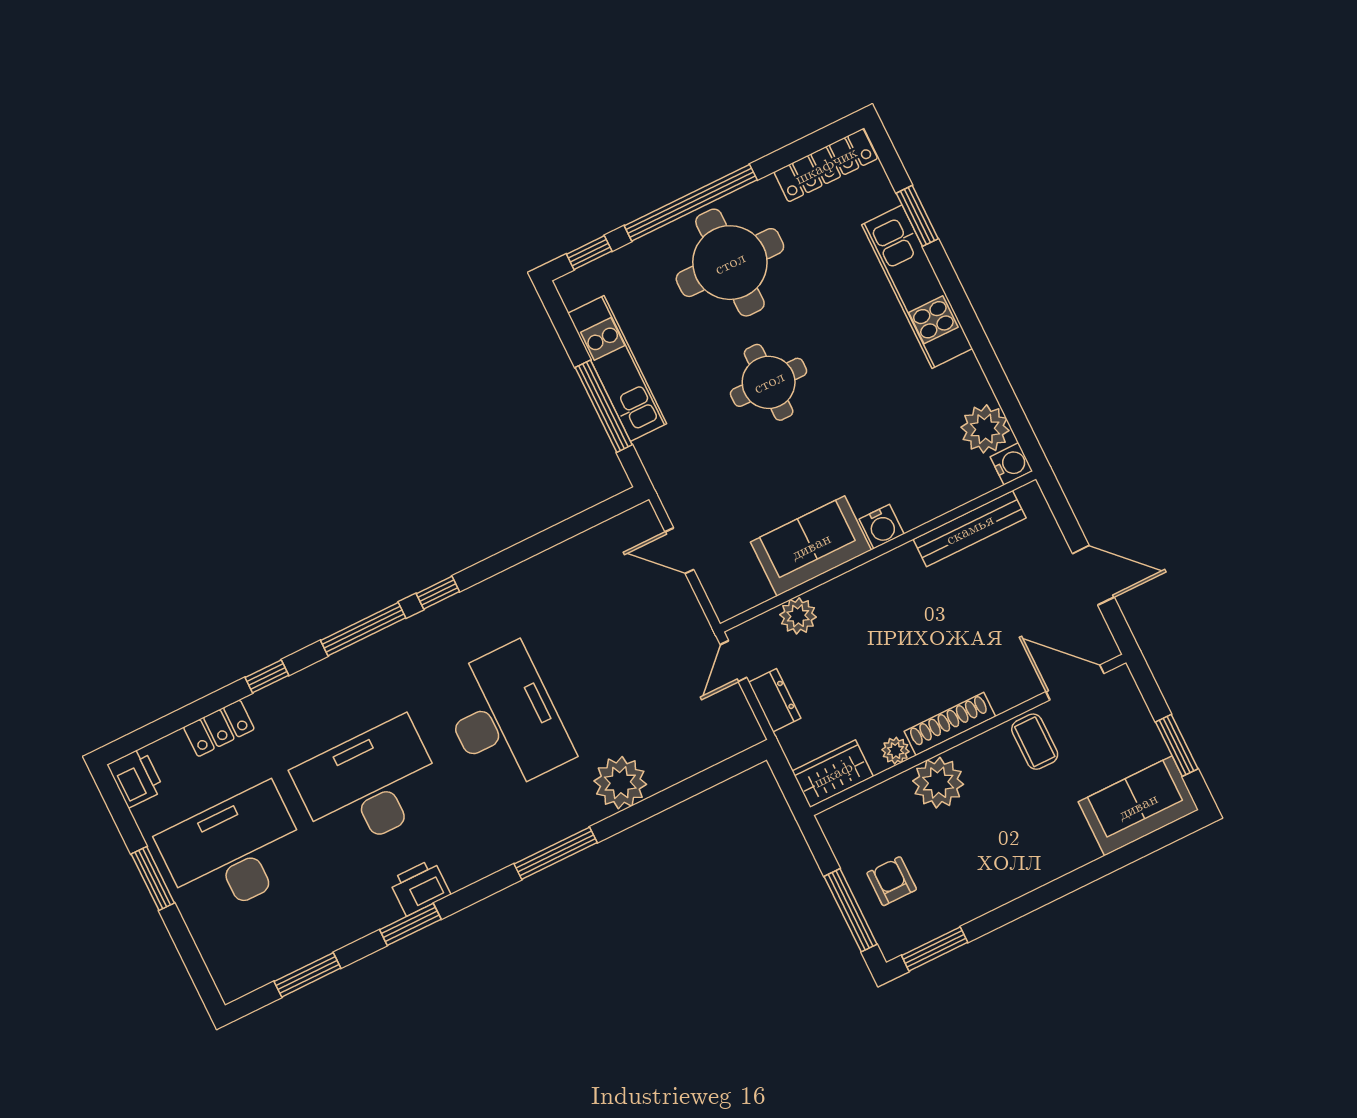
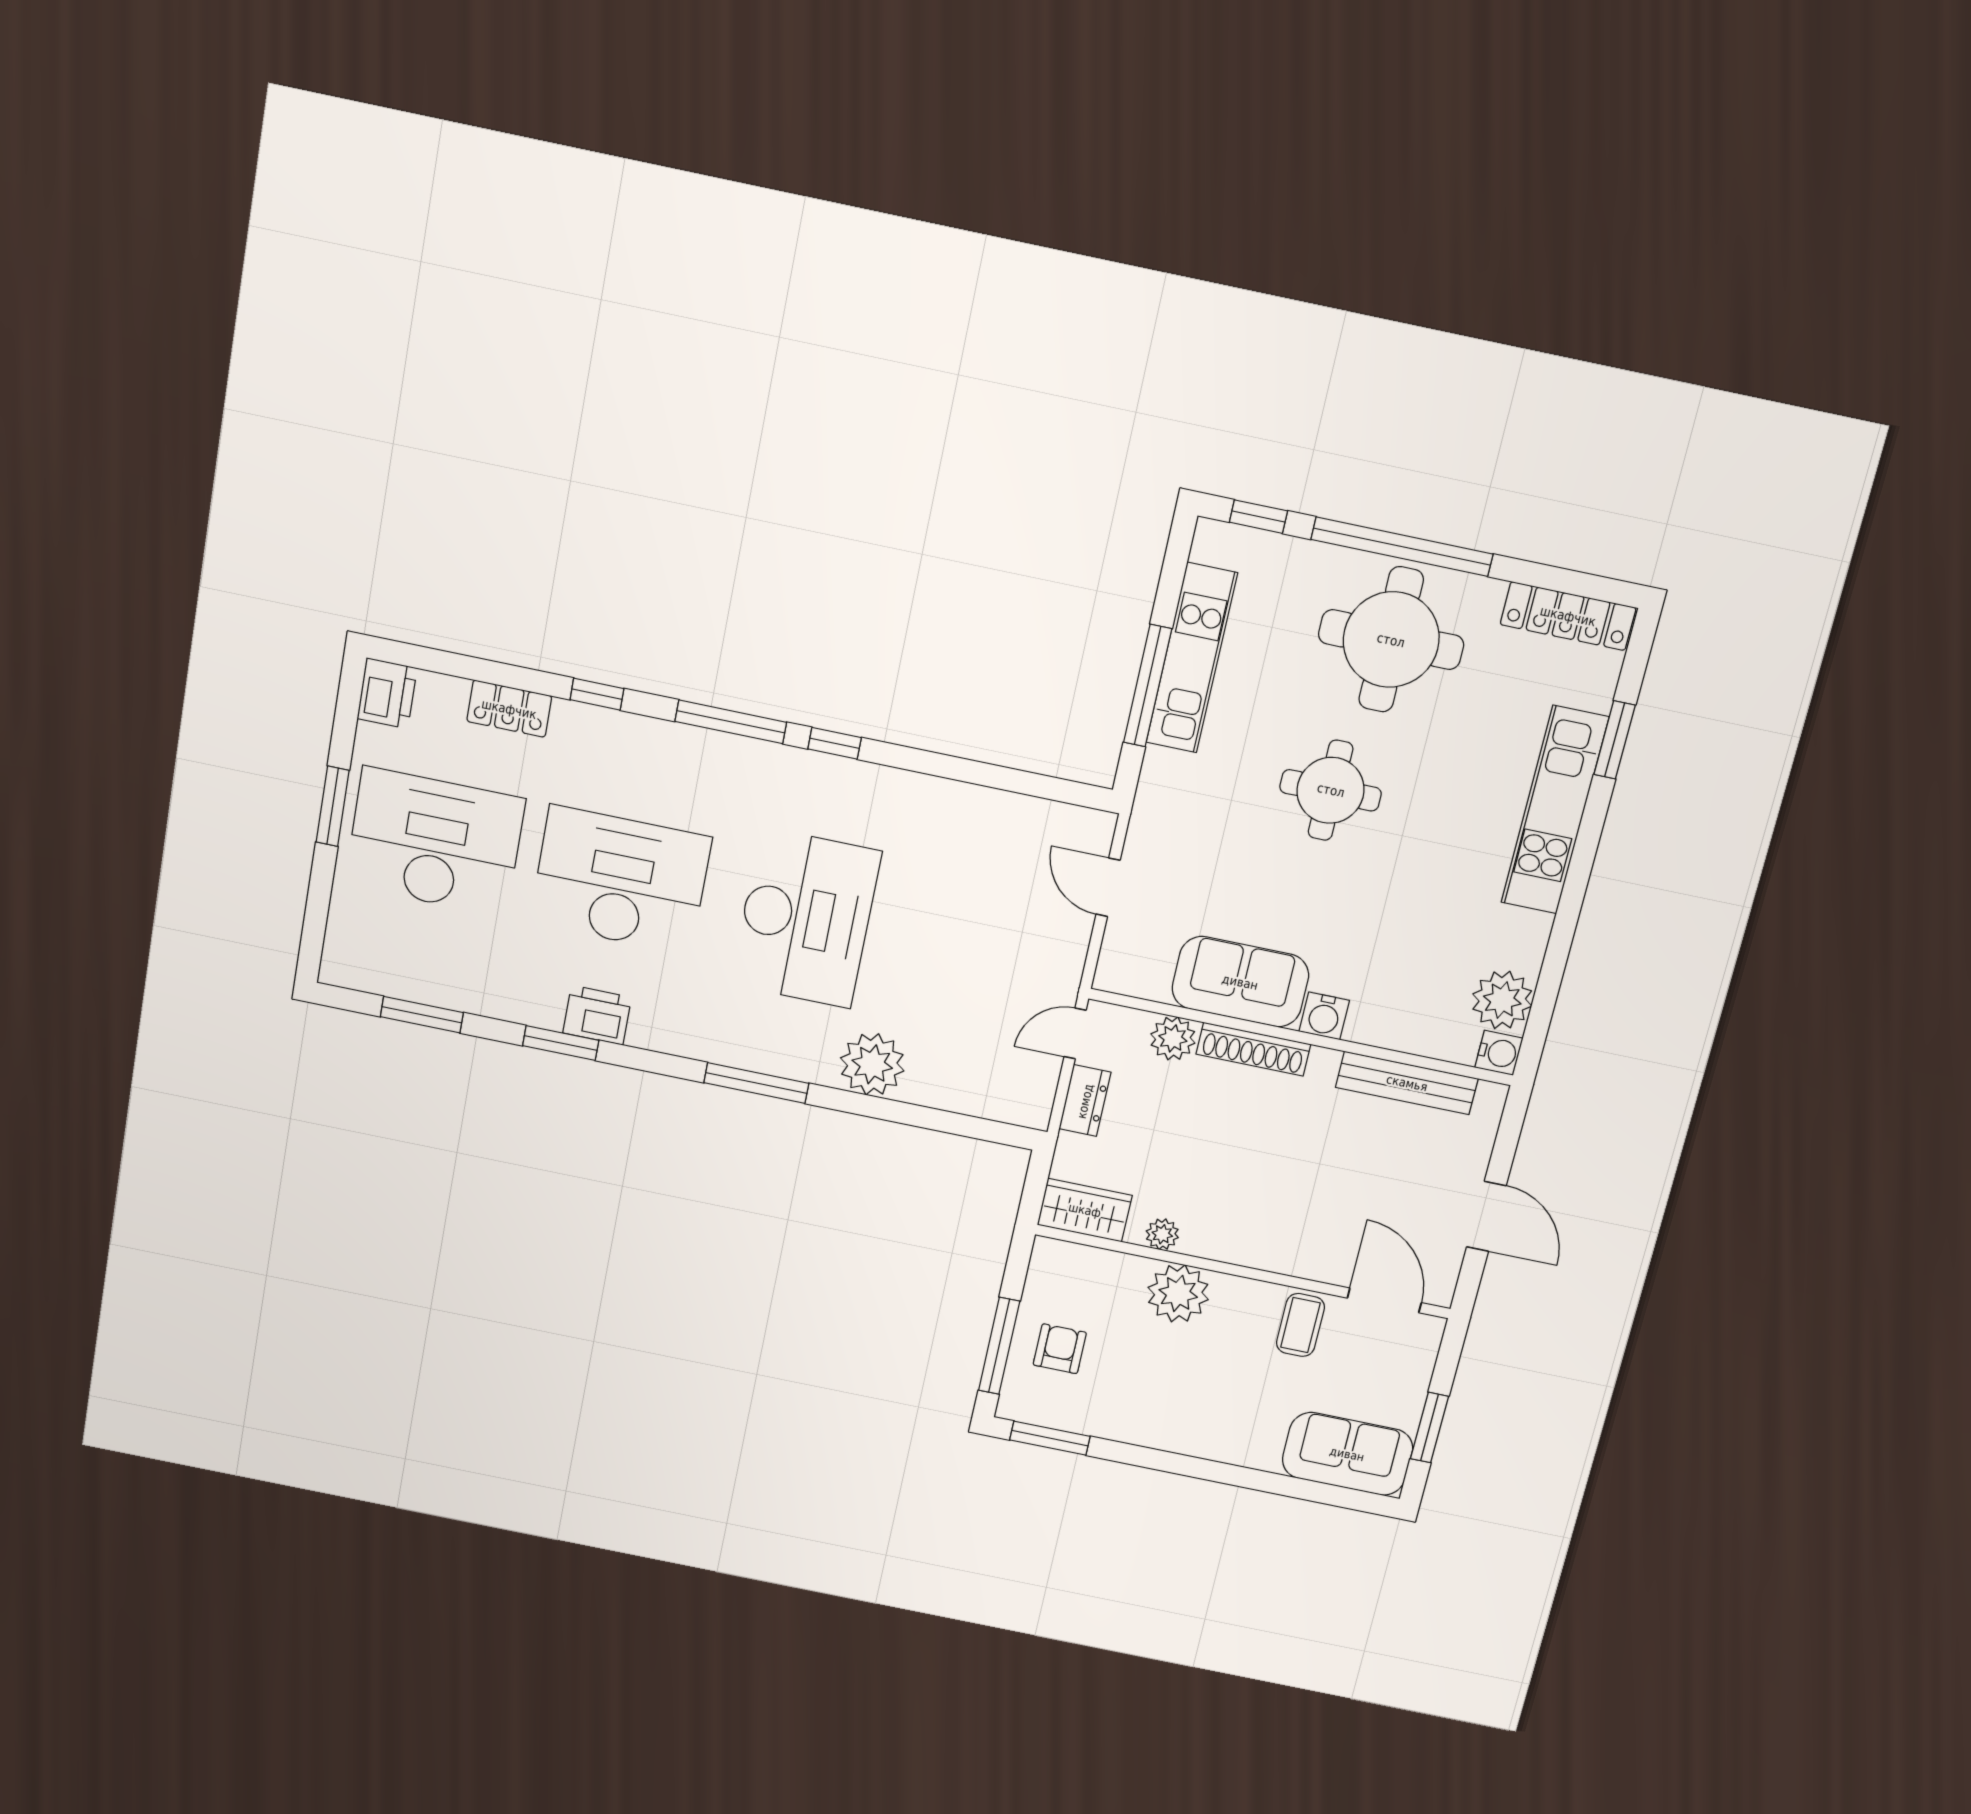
shoe rack: (950, 724) -> (1253, 1049), moved, turned 180

